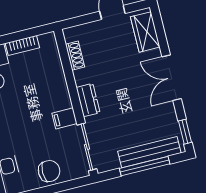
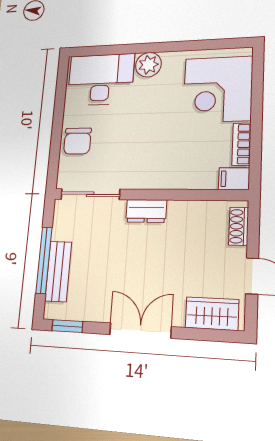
shoe rack: (75, 56) -> (239, 226), moved, turned 90
filing cabinet: (64, 118) -> (234, 179), moved, turned -90
bench: (149, 152) -> (58, 271), width x0.73

